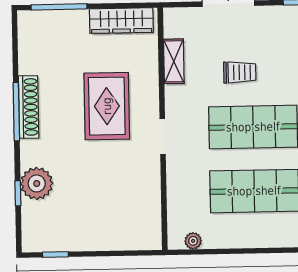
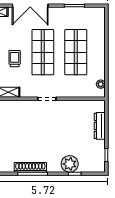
rug: (107, 106) -> (31, 127), removed
dresser: (112, 240) -> (100, 126), added

